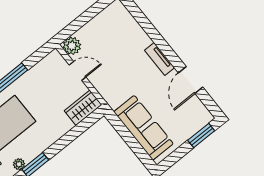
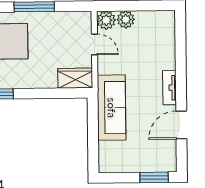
plant: (86, 34) -> (126, 19), added
sofa: (143, 128) -> (112, 108), moved

